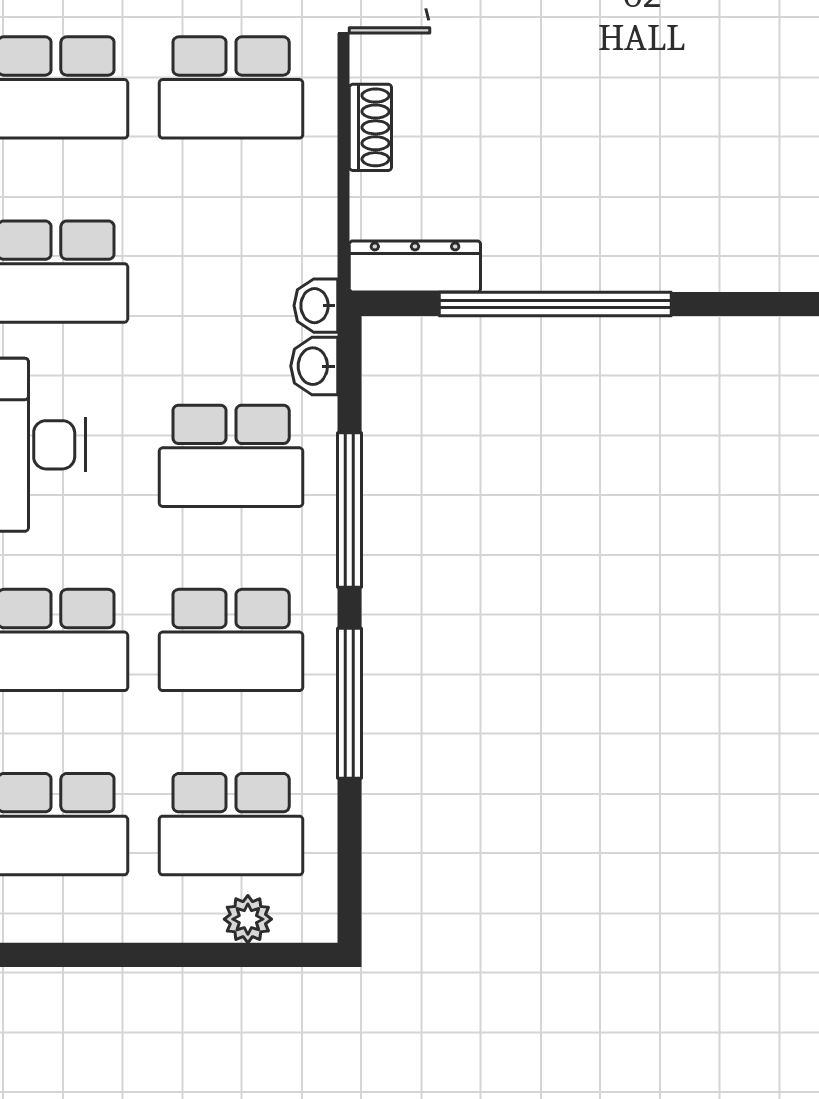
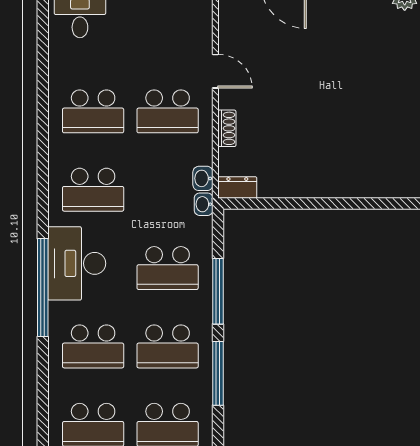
dresser: (415, 266) -> (237, 188), width x0.70
window: (555, 304) -> (305, 203), removed
washbasin: (314, 366) -> (203, 178), moved

